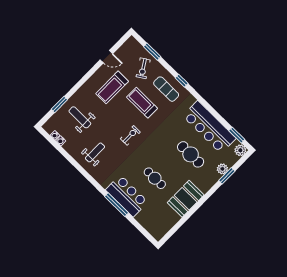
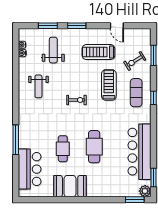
window: (79, 84) -> (77, 26), added
weight bench: (95, 152) -> (38, 86), turned 90
cafe table: (191, 154) -> (94, 147), moved
plant: (222, 169) -> (118, 191), removed
window: (227, 176) -> (135, 200), moved
bar counter: (127, 196) -> (30, 169), moved

